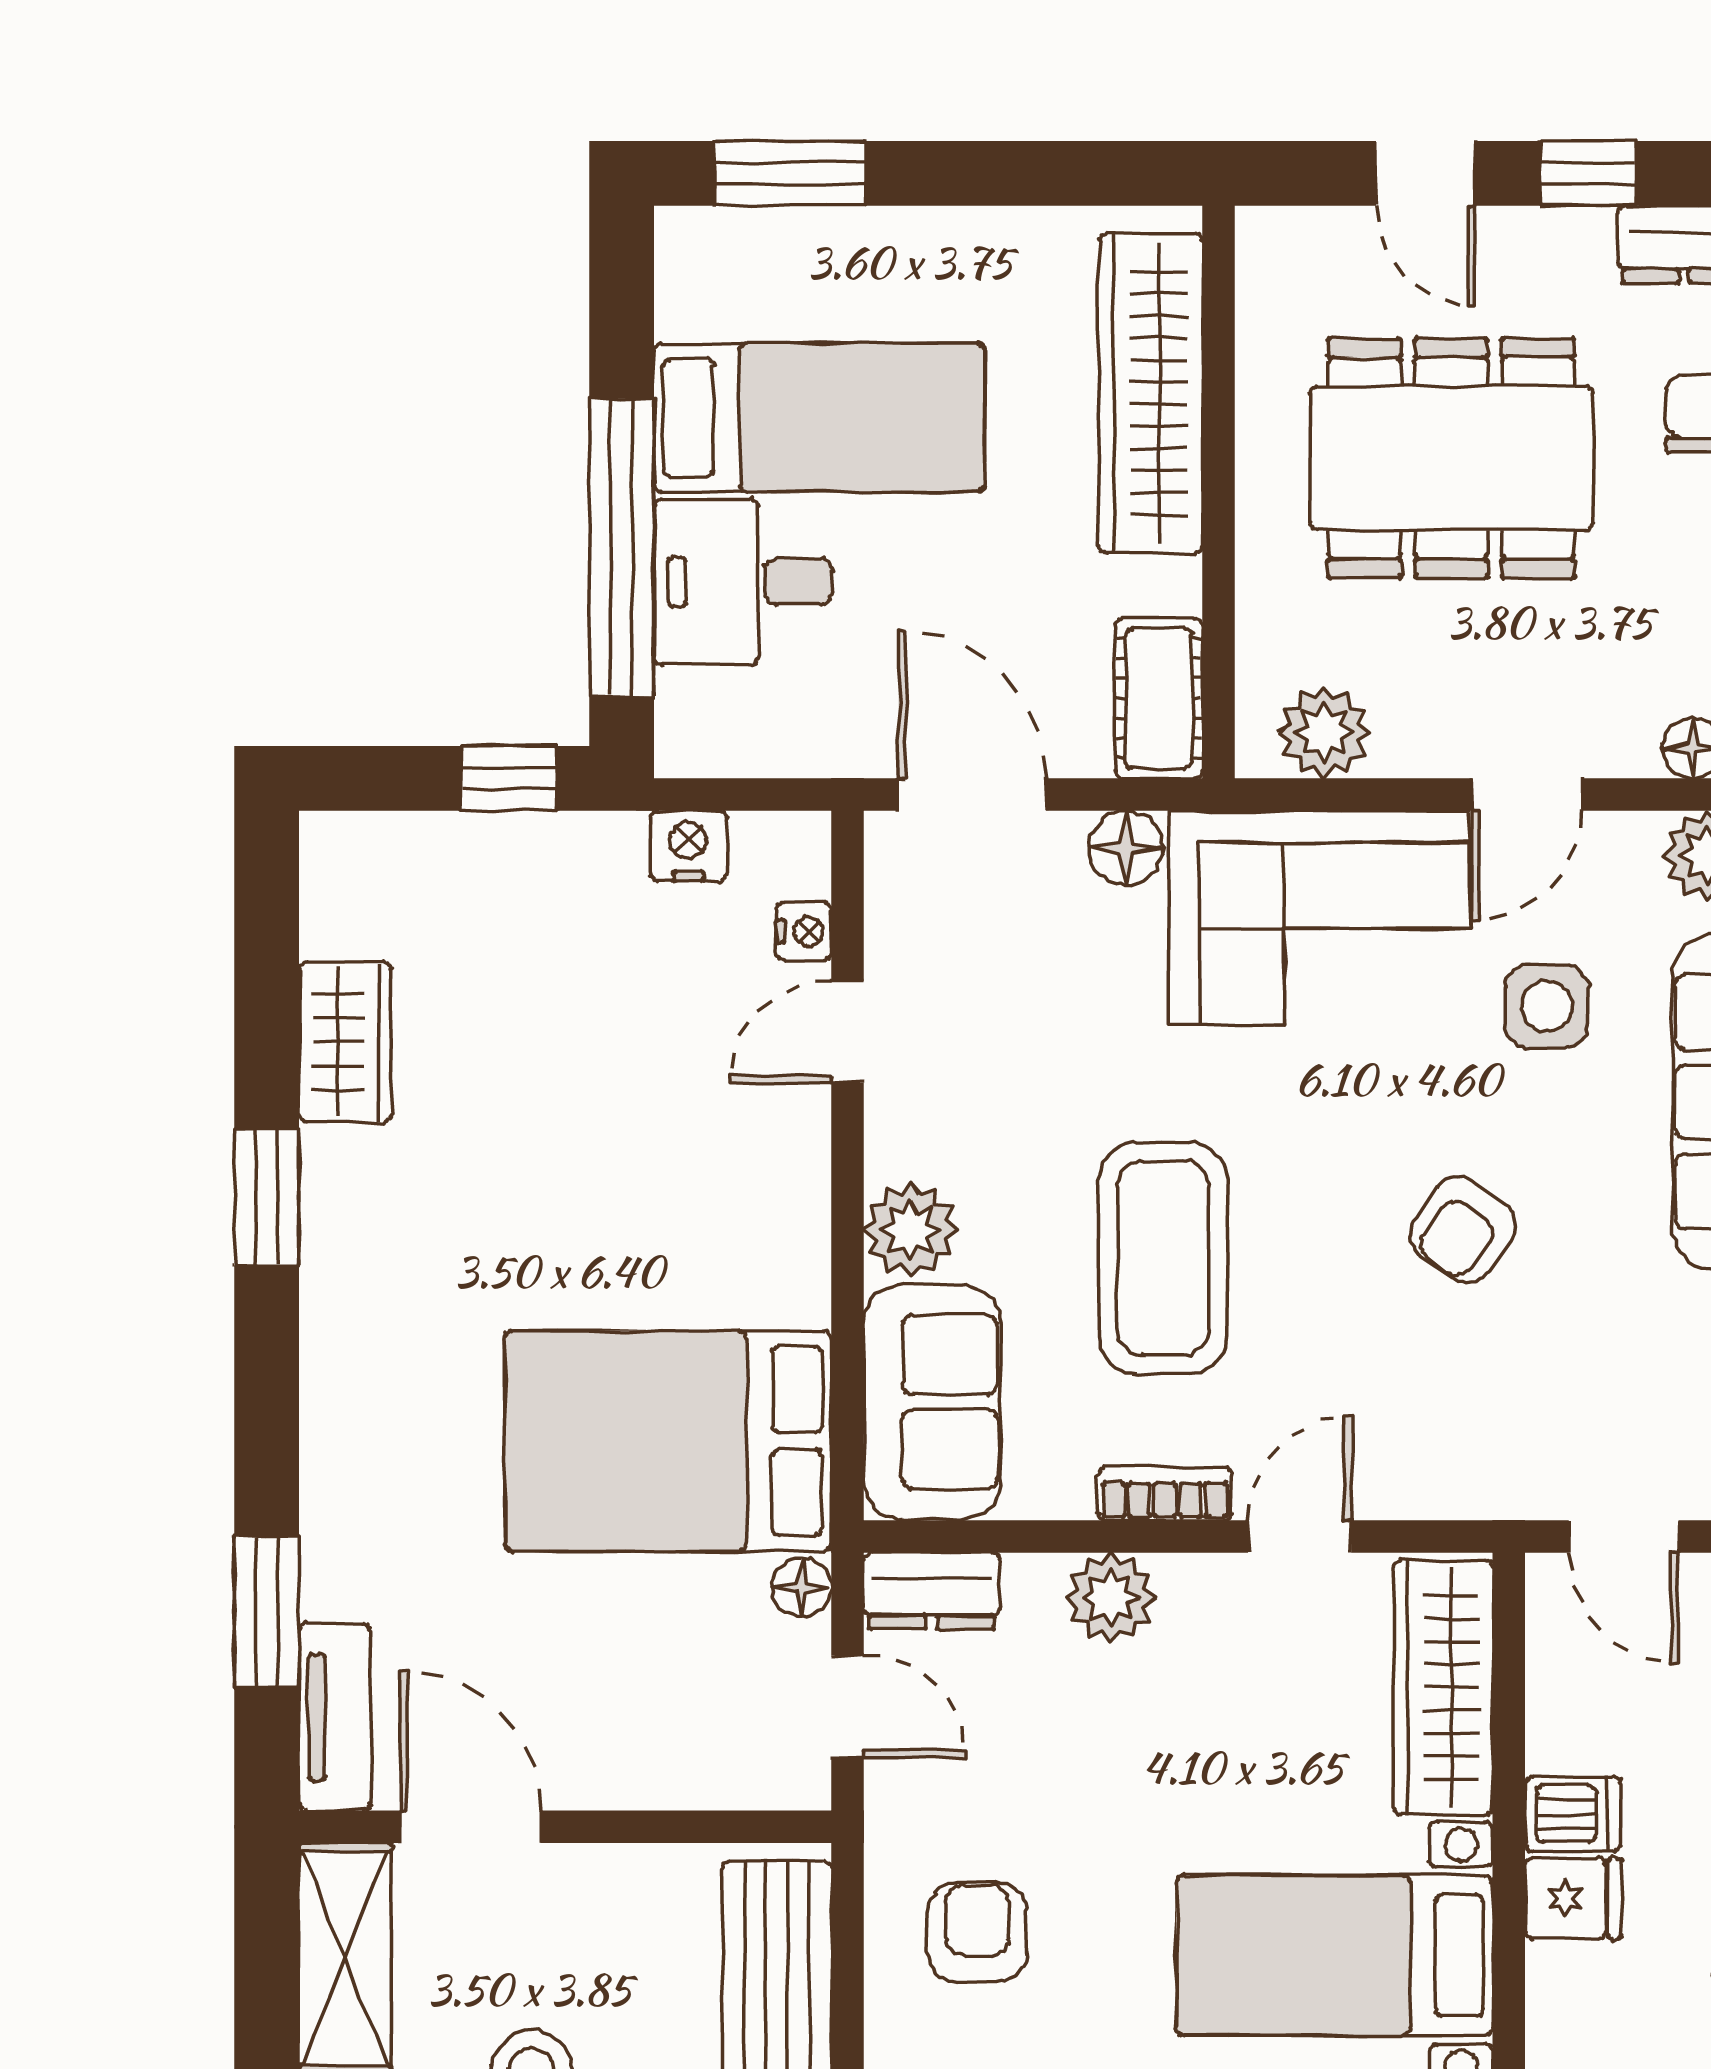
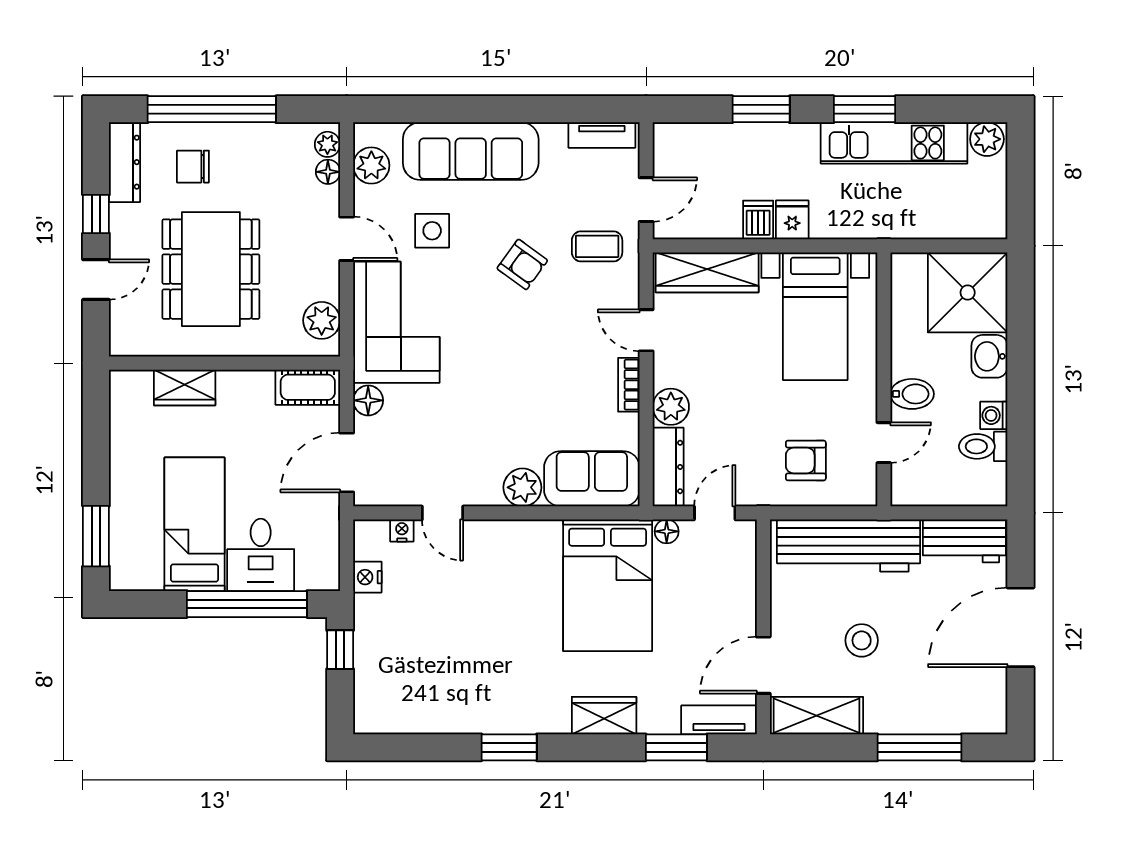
wardrobe: (1151, 393) -> (185, 387), width x0.48, depth x0.85
wardrobe: (345, 1042) -> (604, 716), moved
coffee table: (1163, 1258) -> (597, 246), moved, width x0.54, depth x0.58
dresser: (932, 1591) -> (668, 467), width x1.44

